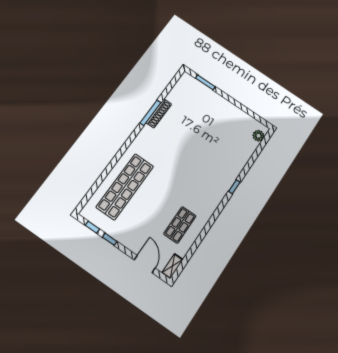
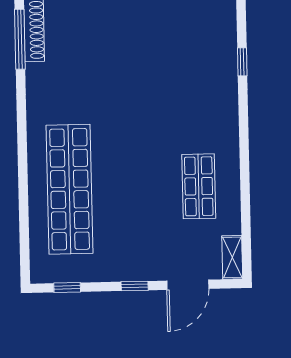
window: (110, 239) -> (135, 286), moved
door: (145, 264) -> (188, 285), swing flipped

